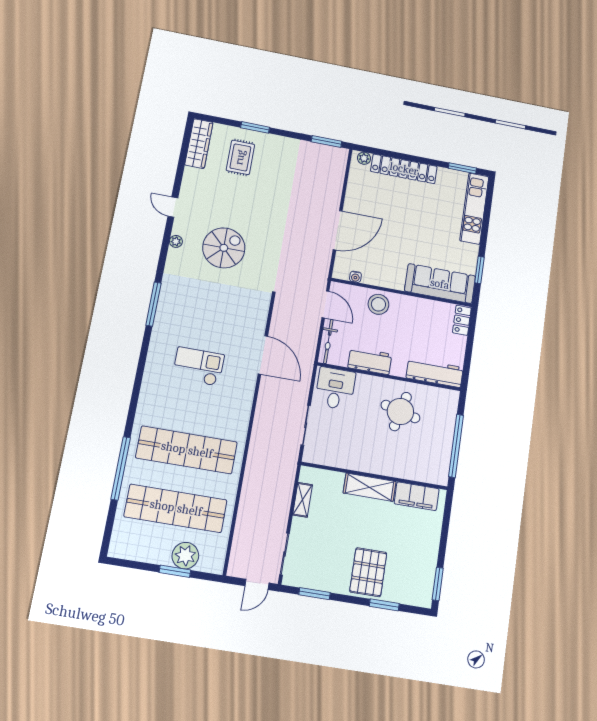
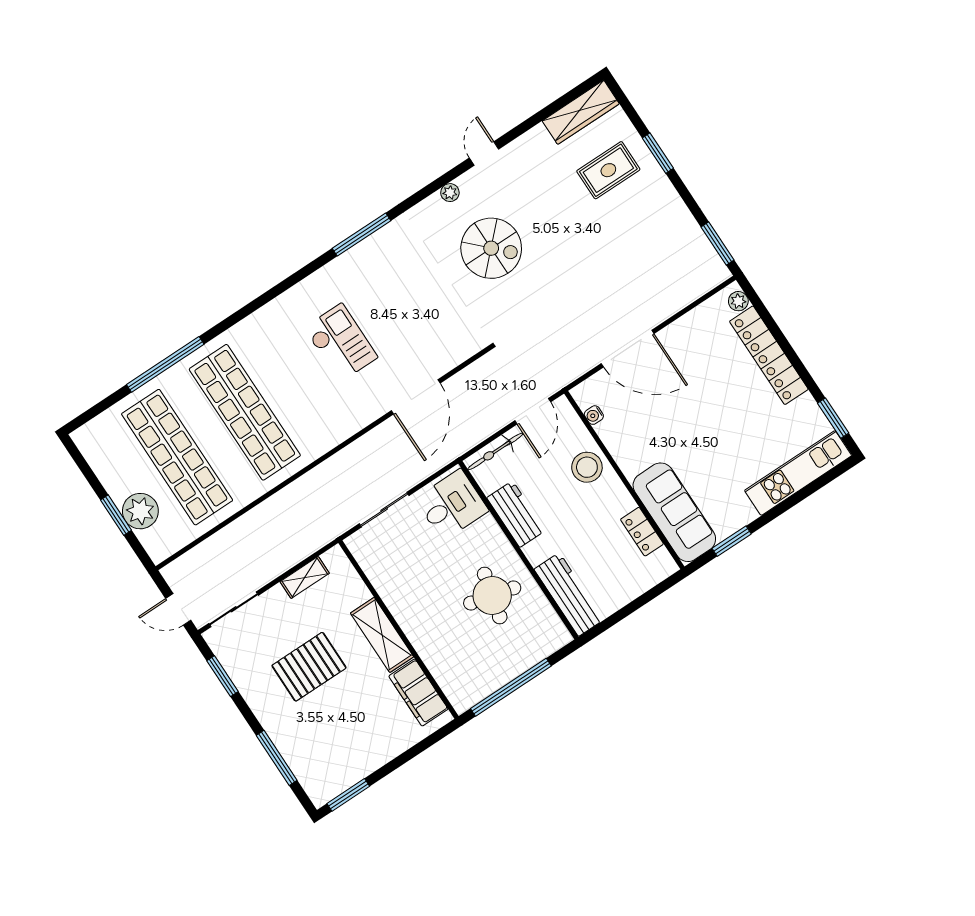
locker: (462, 320) -> (642, 532), moved, turned -90
pallet: (368, 572) -> (309, 667), moved
window: (384, 605) -> (277, 758), width x1.44

